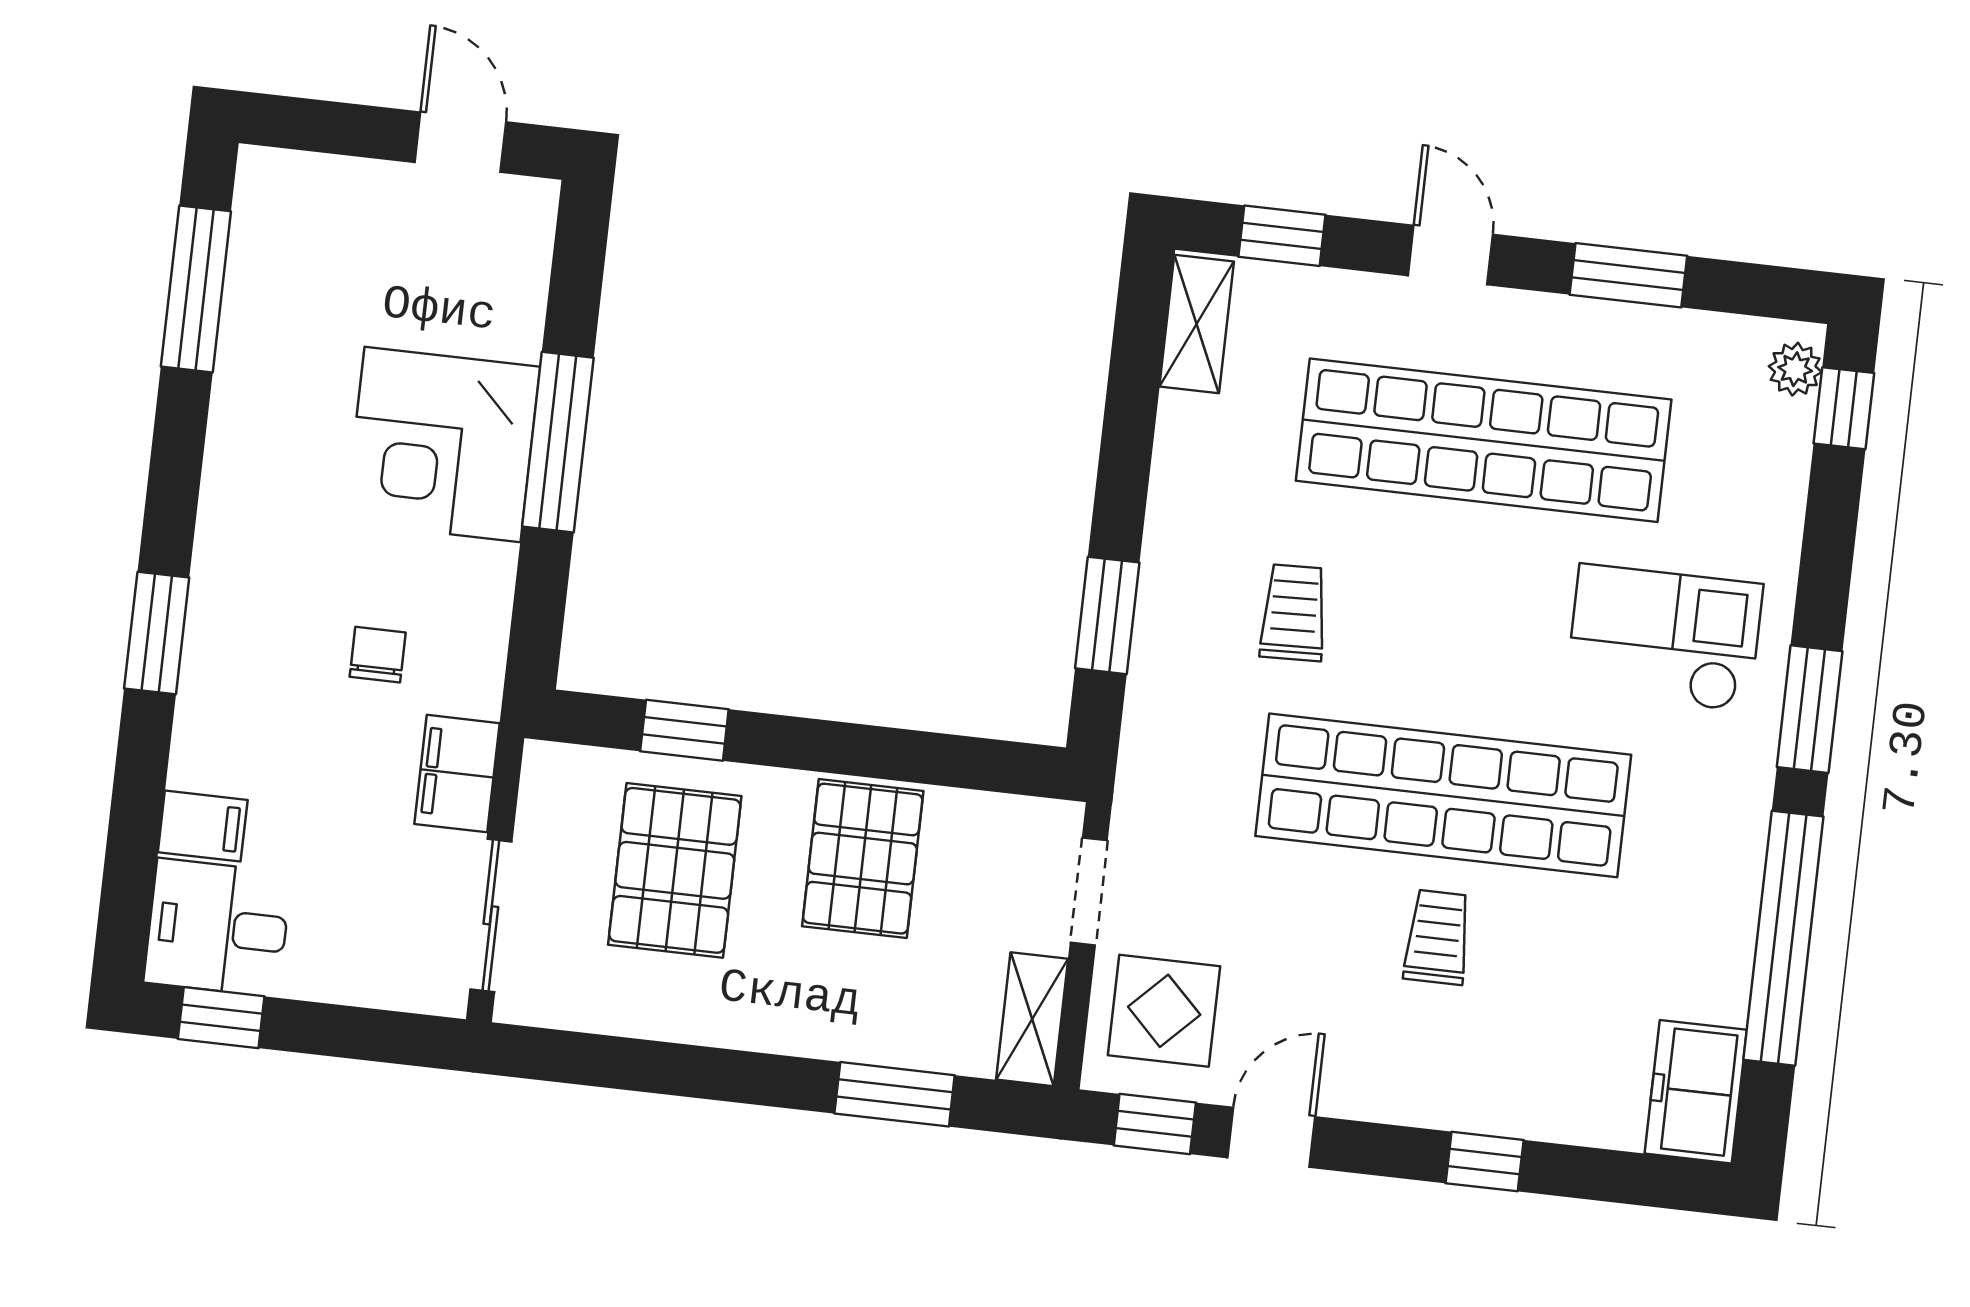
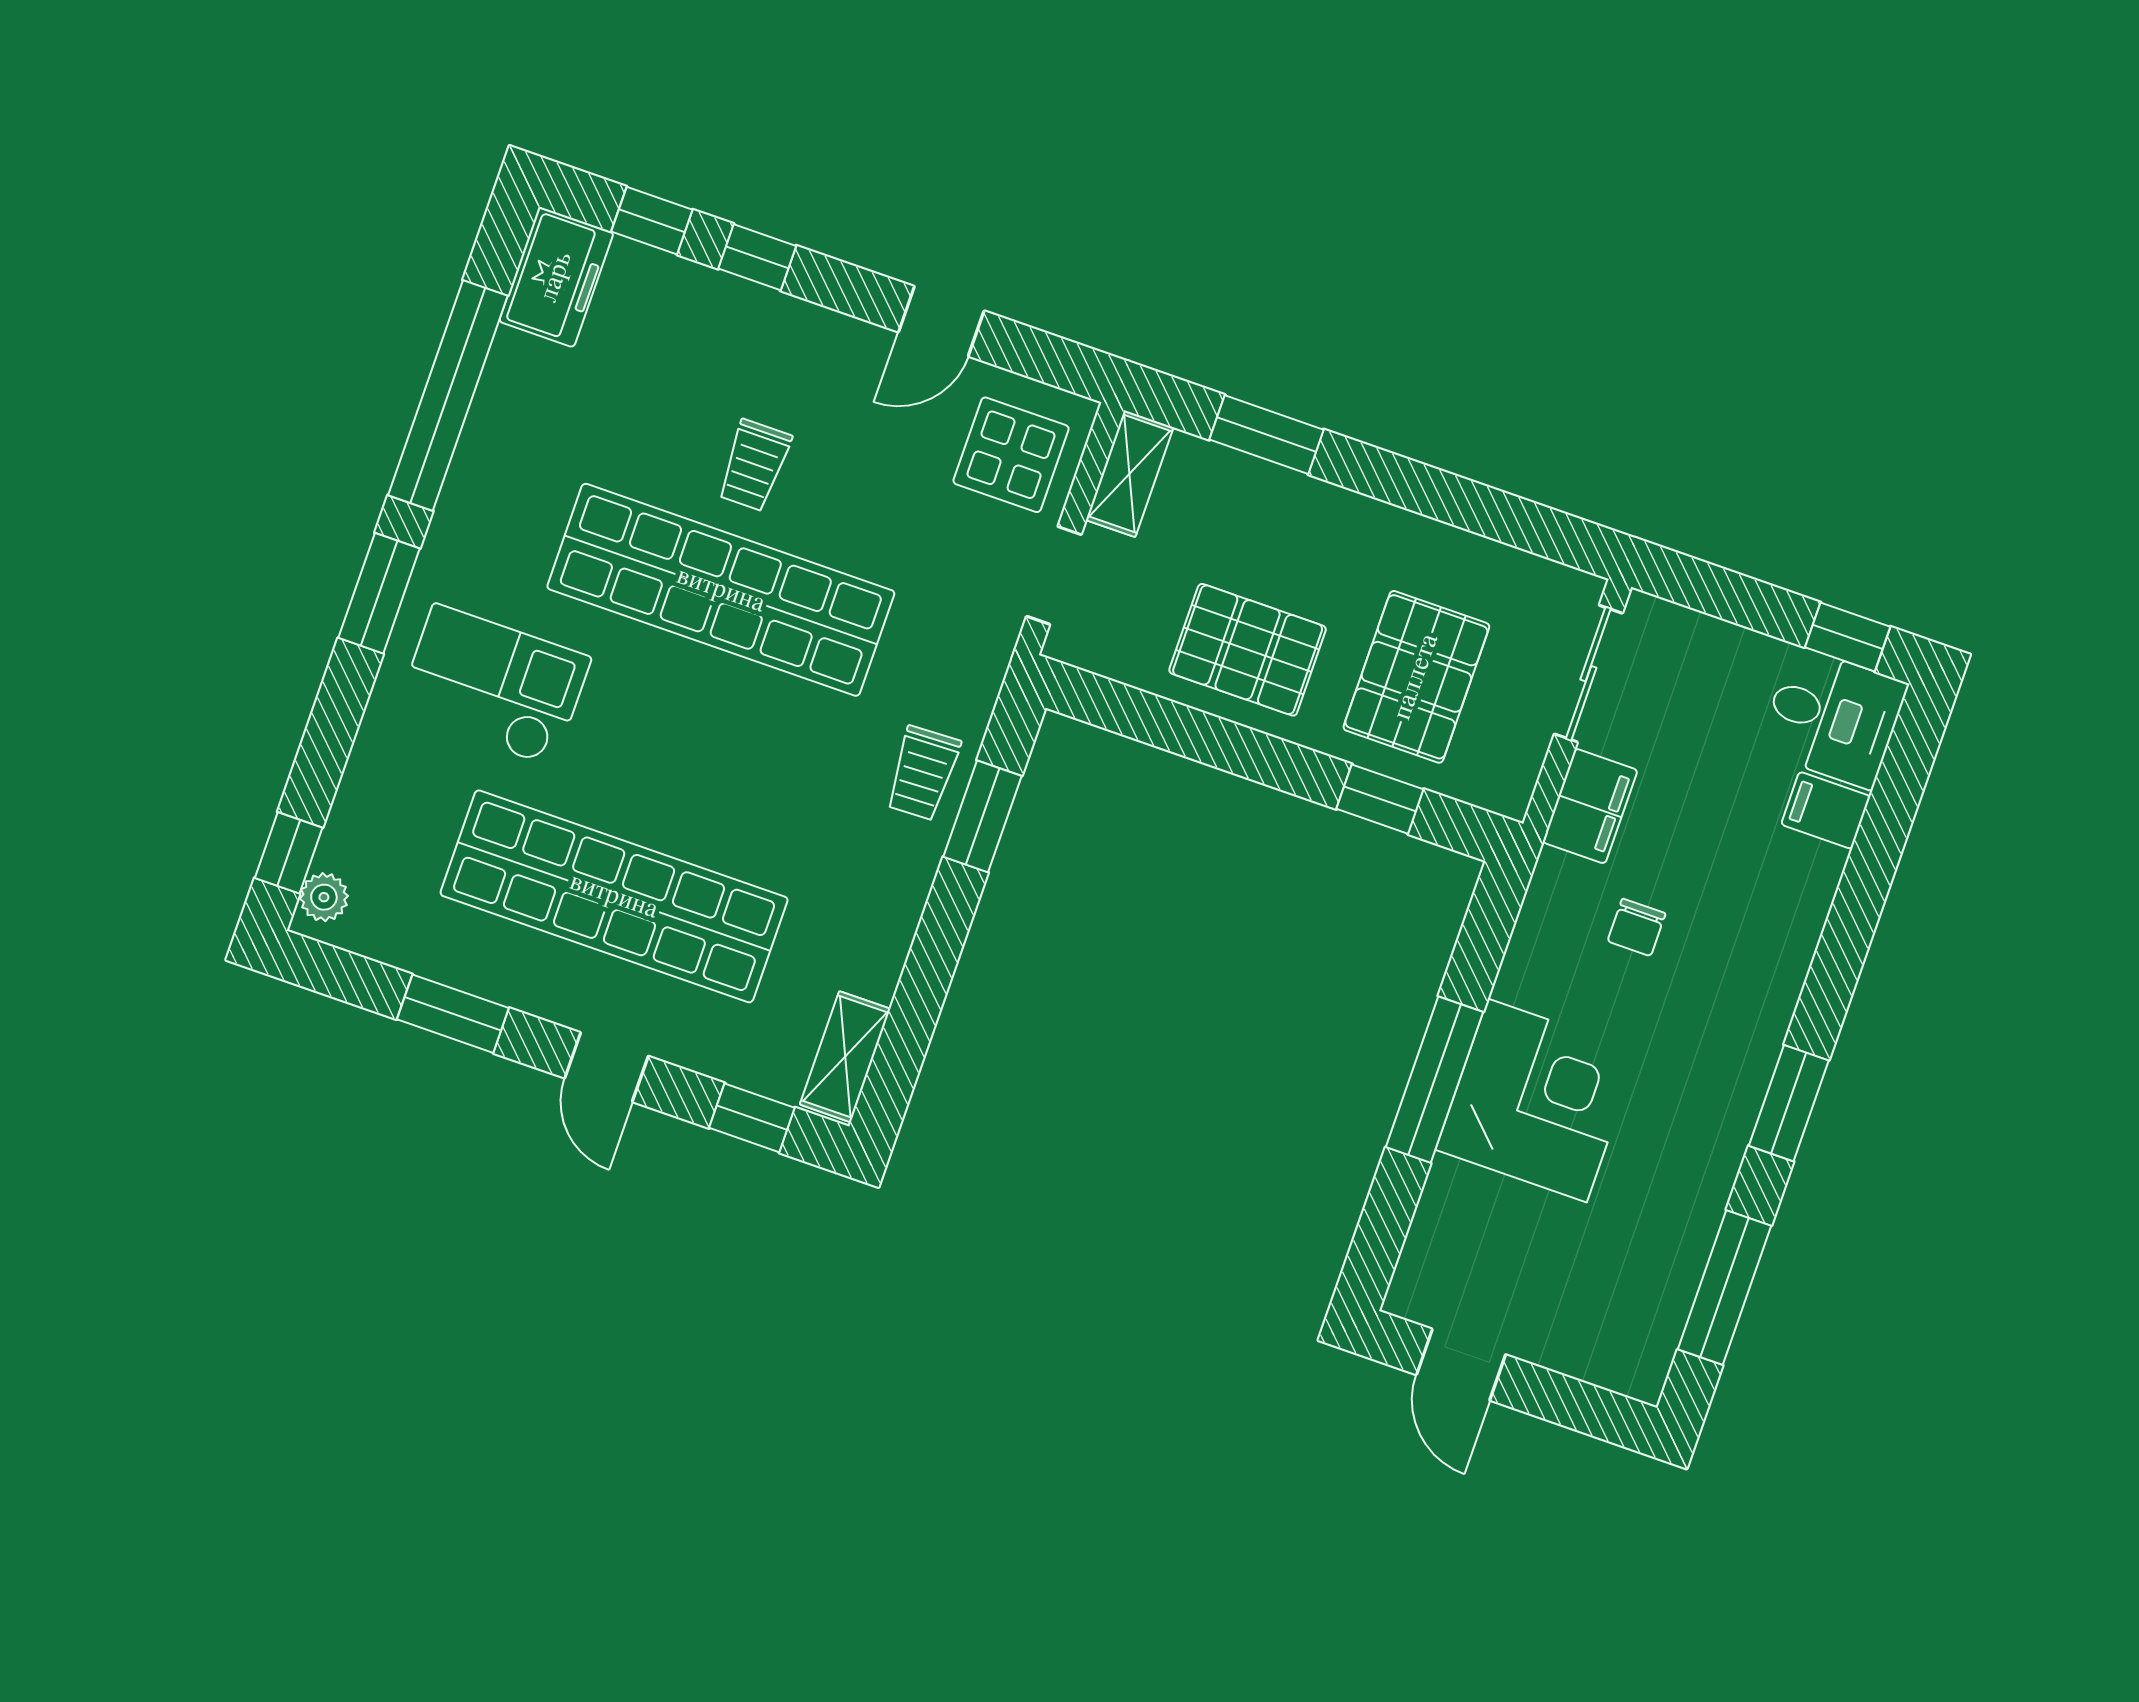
trolley: (1294, 613) -> (923, 773), moved
window: (157, 633) -> (1789, 1103), moved
checkout: (1664, 638) -> (494, 685), turned 180
pallet: (863, 859) -> (1248, 650), turned 90
window: (1155, 1124) -> (652, 221), moved

